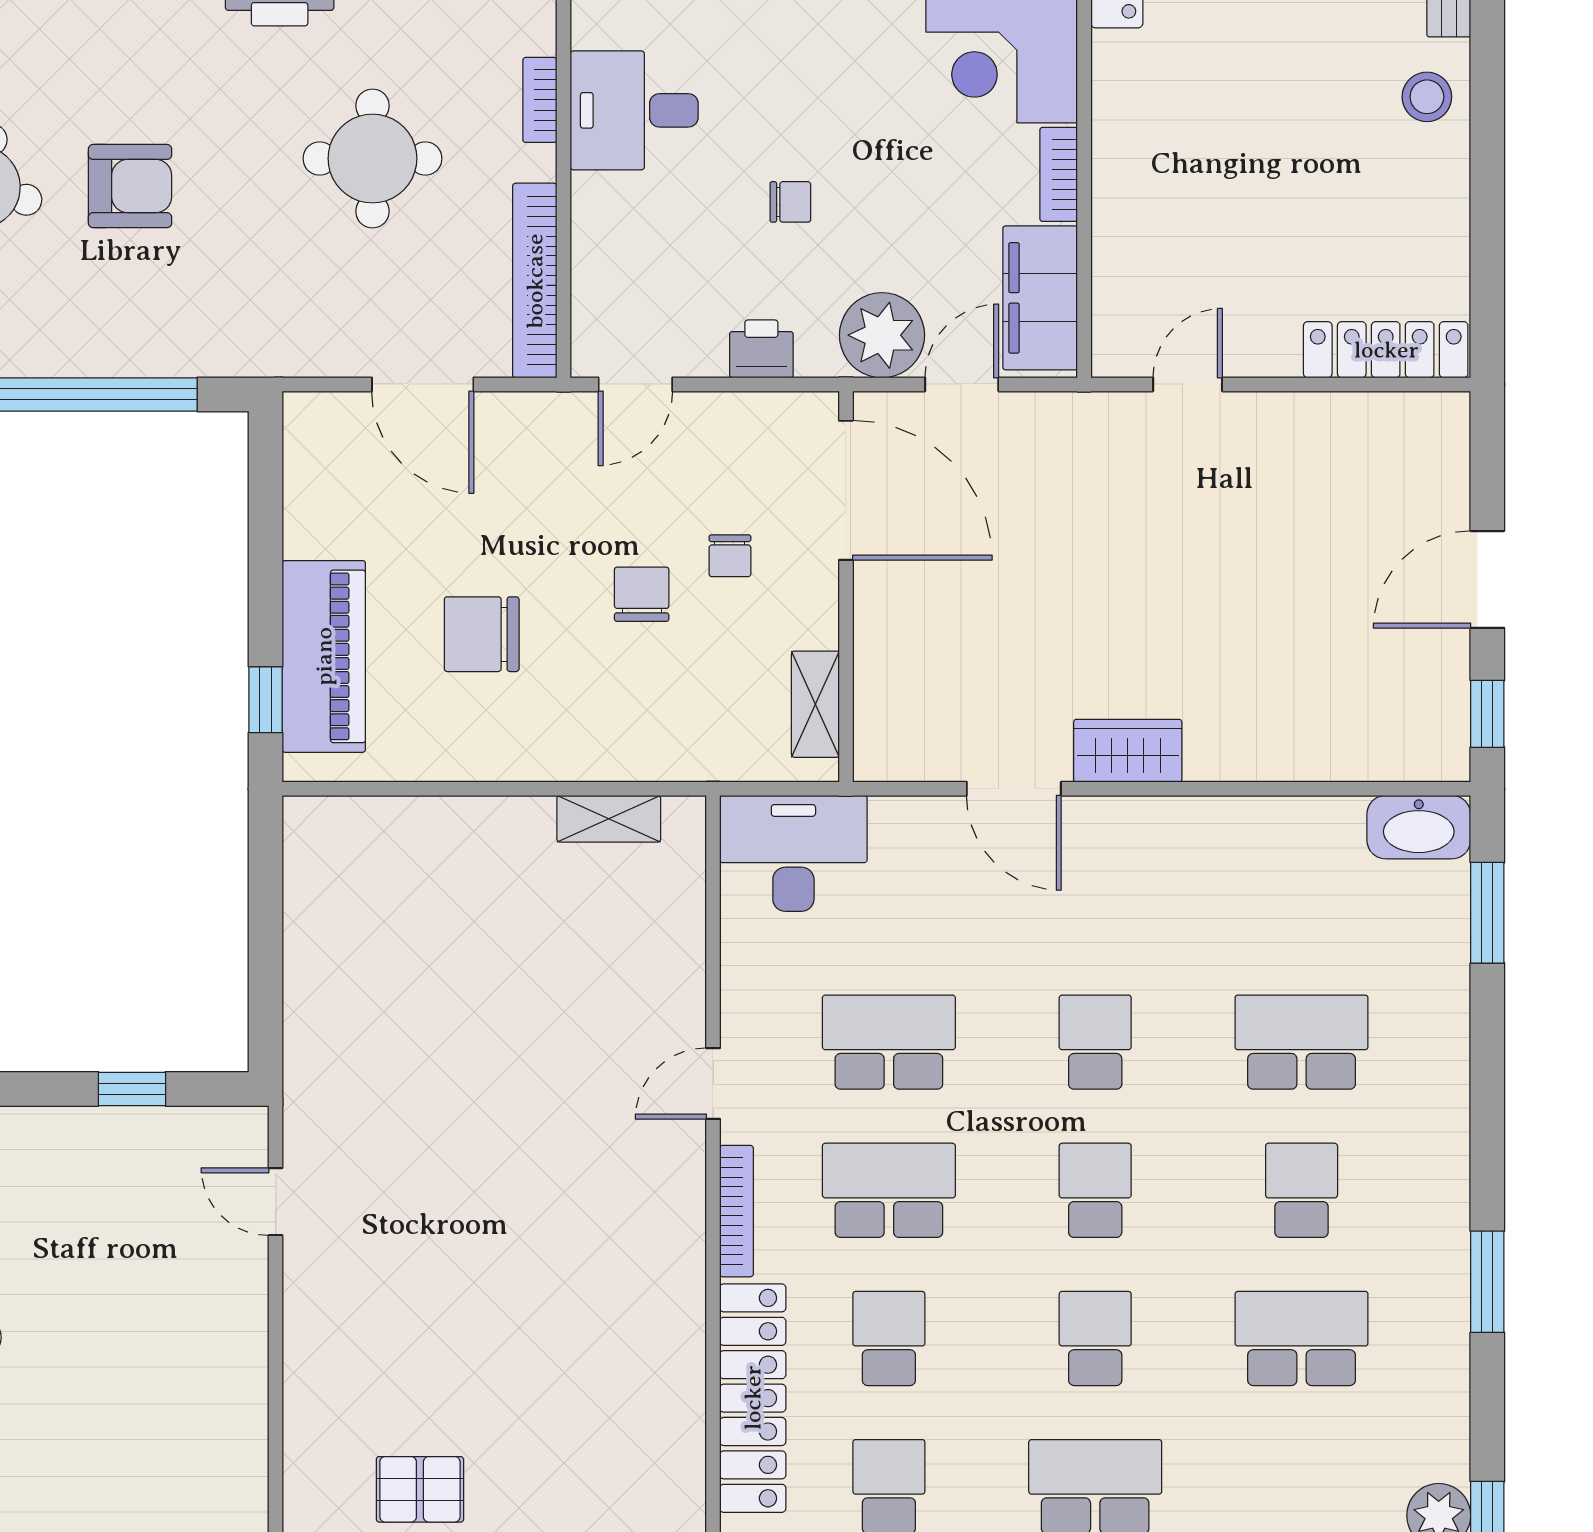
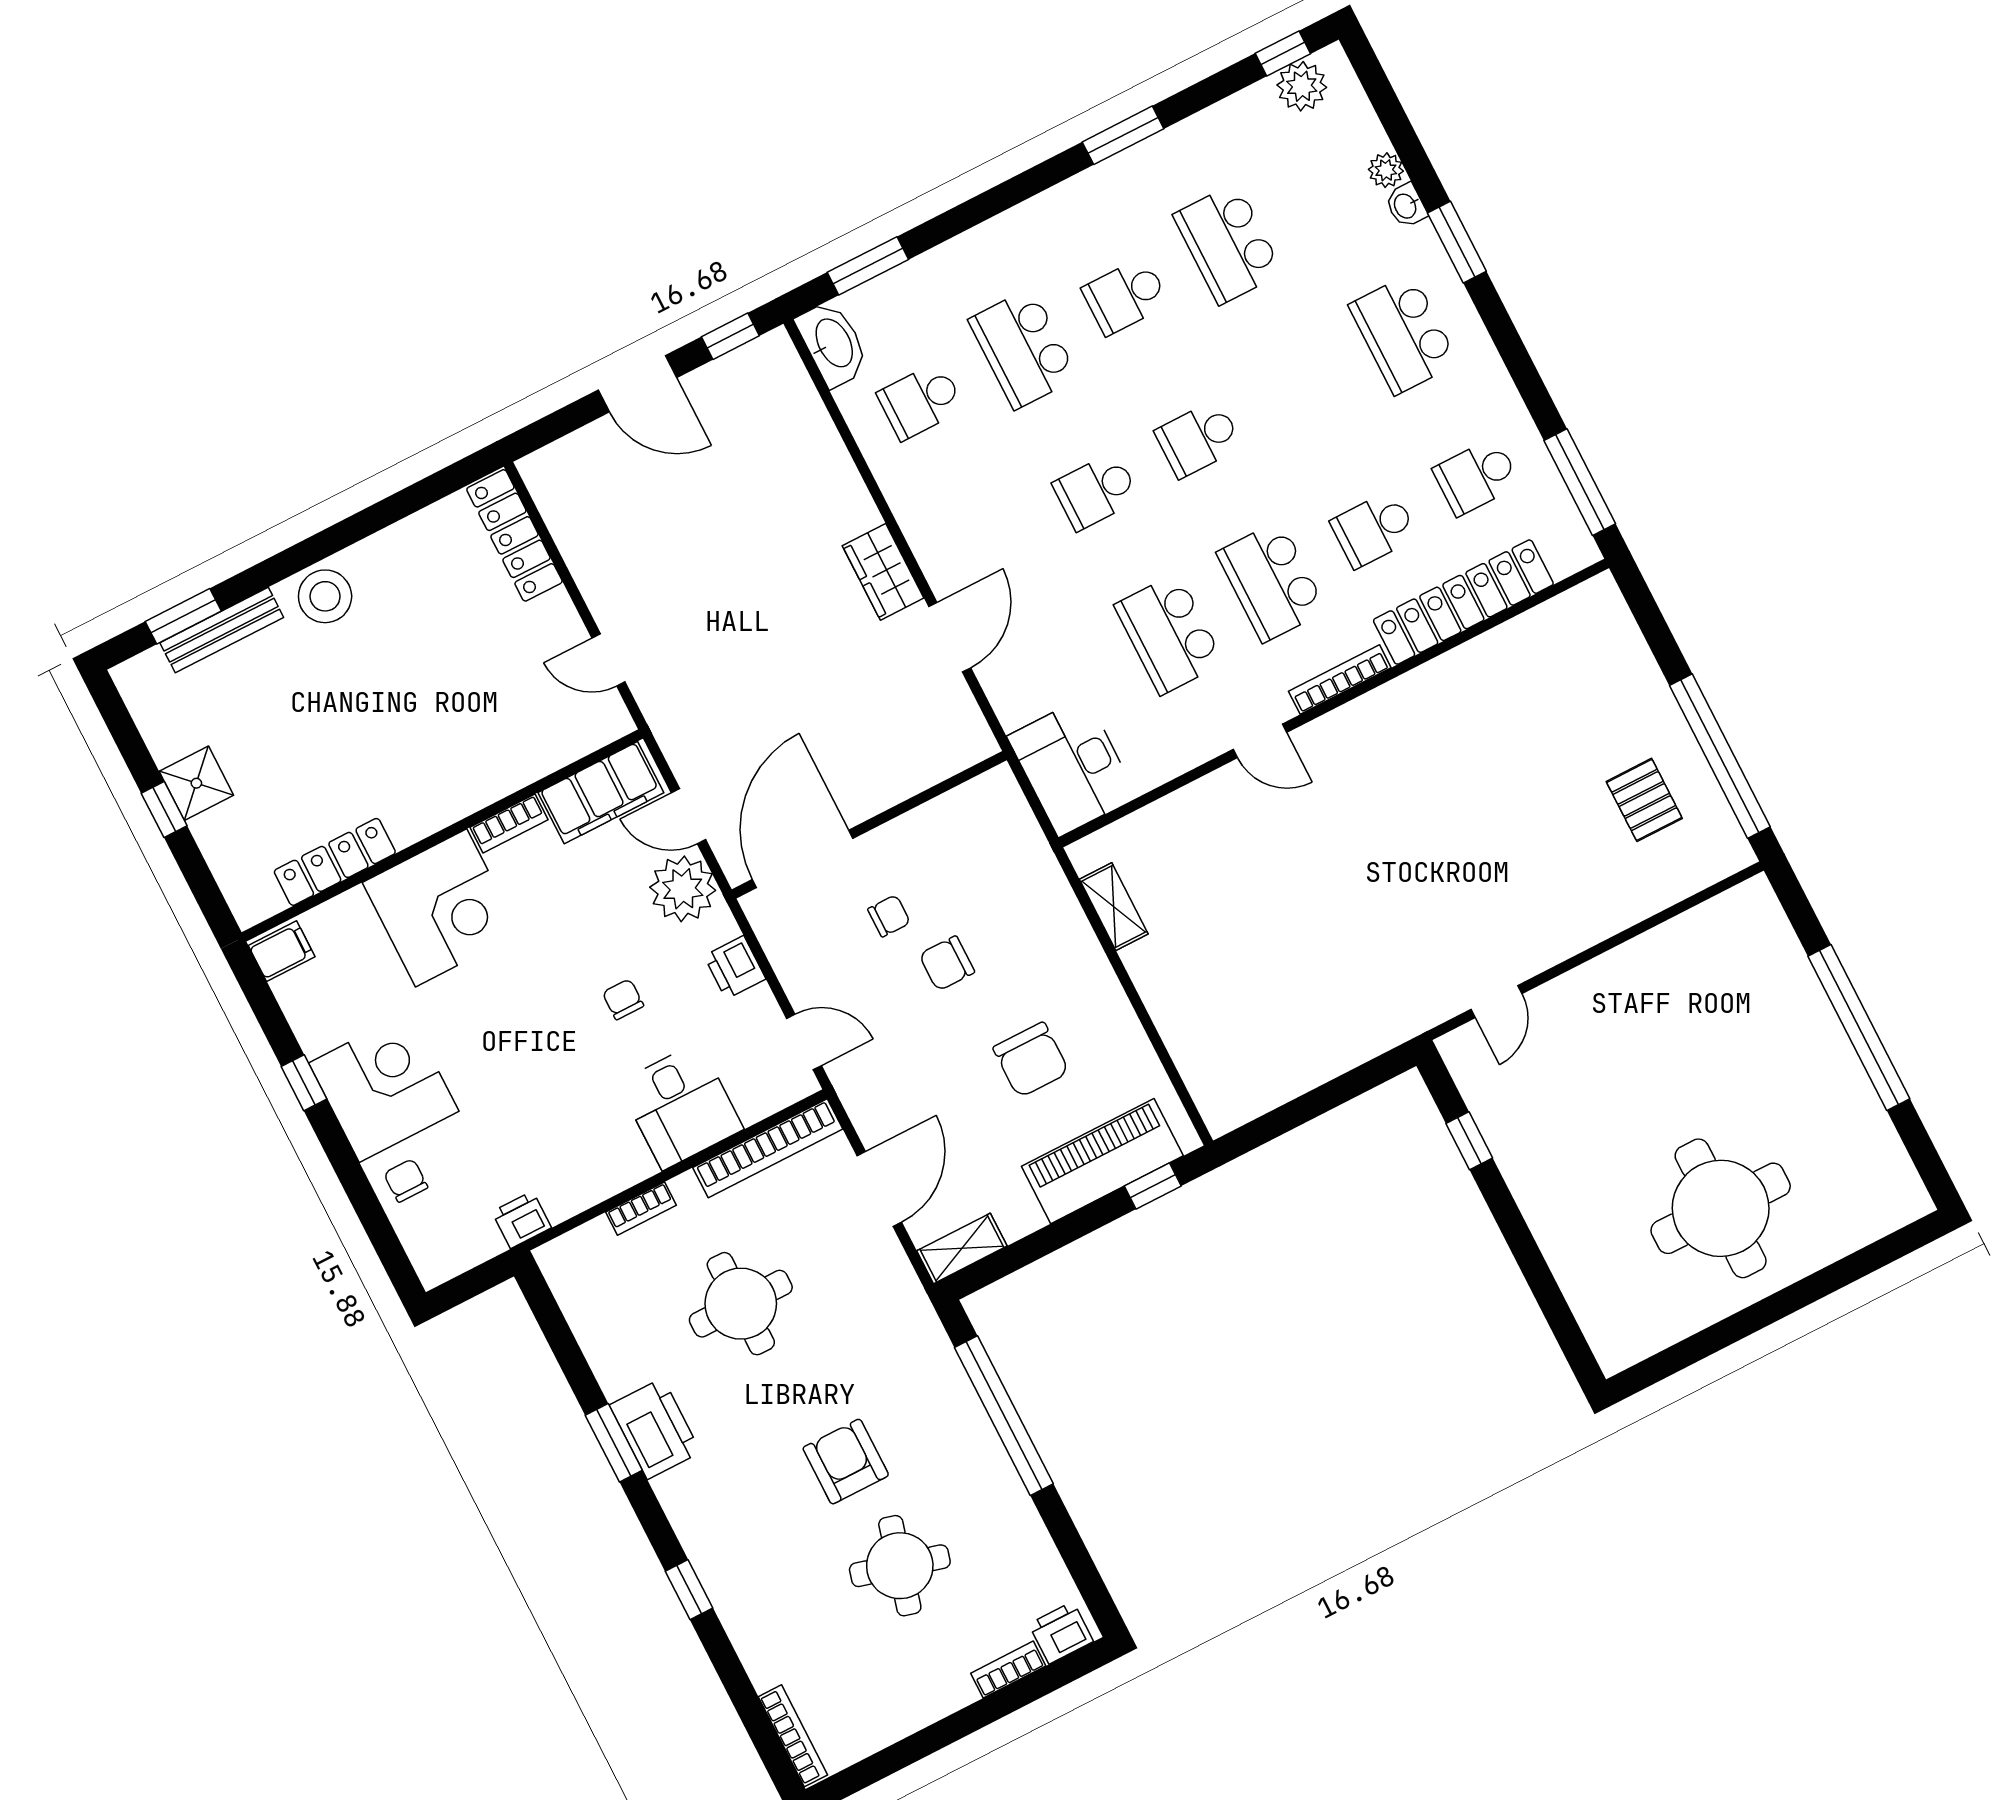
stool: (1427, 97) -> (325, 596), width x1.38, depth x1.38
desk: (634, 110) -> (681, 1106), moved
shelving: (815, 704) -> (962, 1248), moved
school desk: (1095, 1338) -> (921, 401), moved

